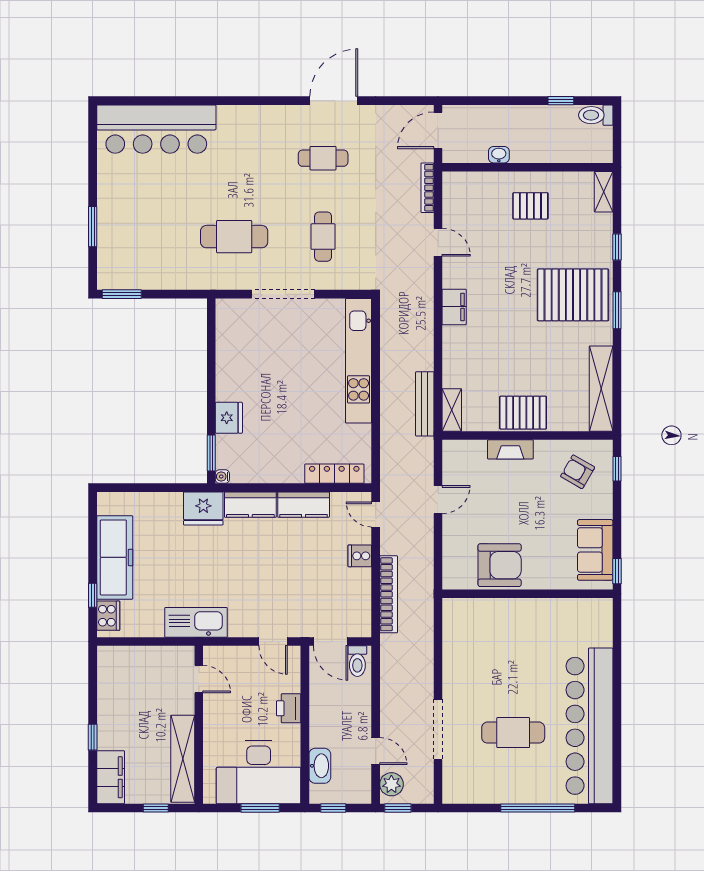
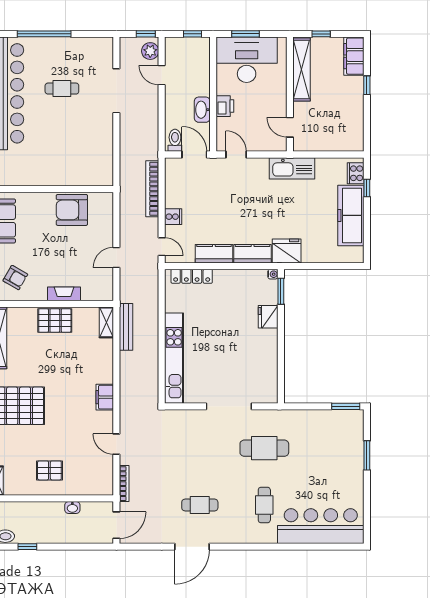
cafe table: (323, 237) -> (264, 505), moved
cafe table: (513, 733) -> (62, 89), width x0.73, depth x0.74
washbasin: (320, 766) -> (202, 110), moved

